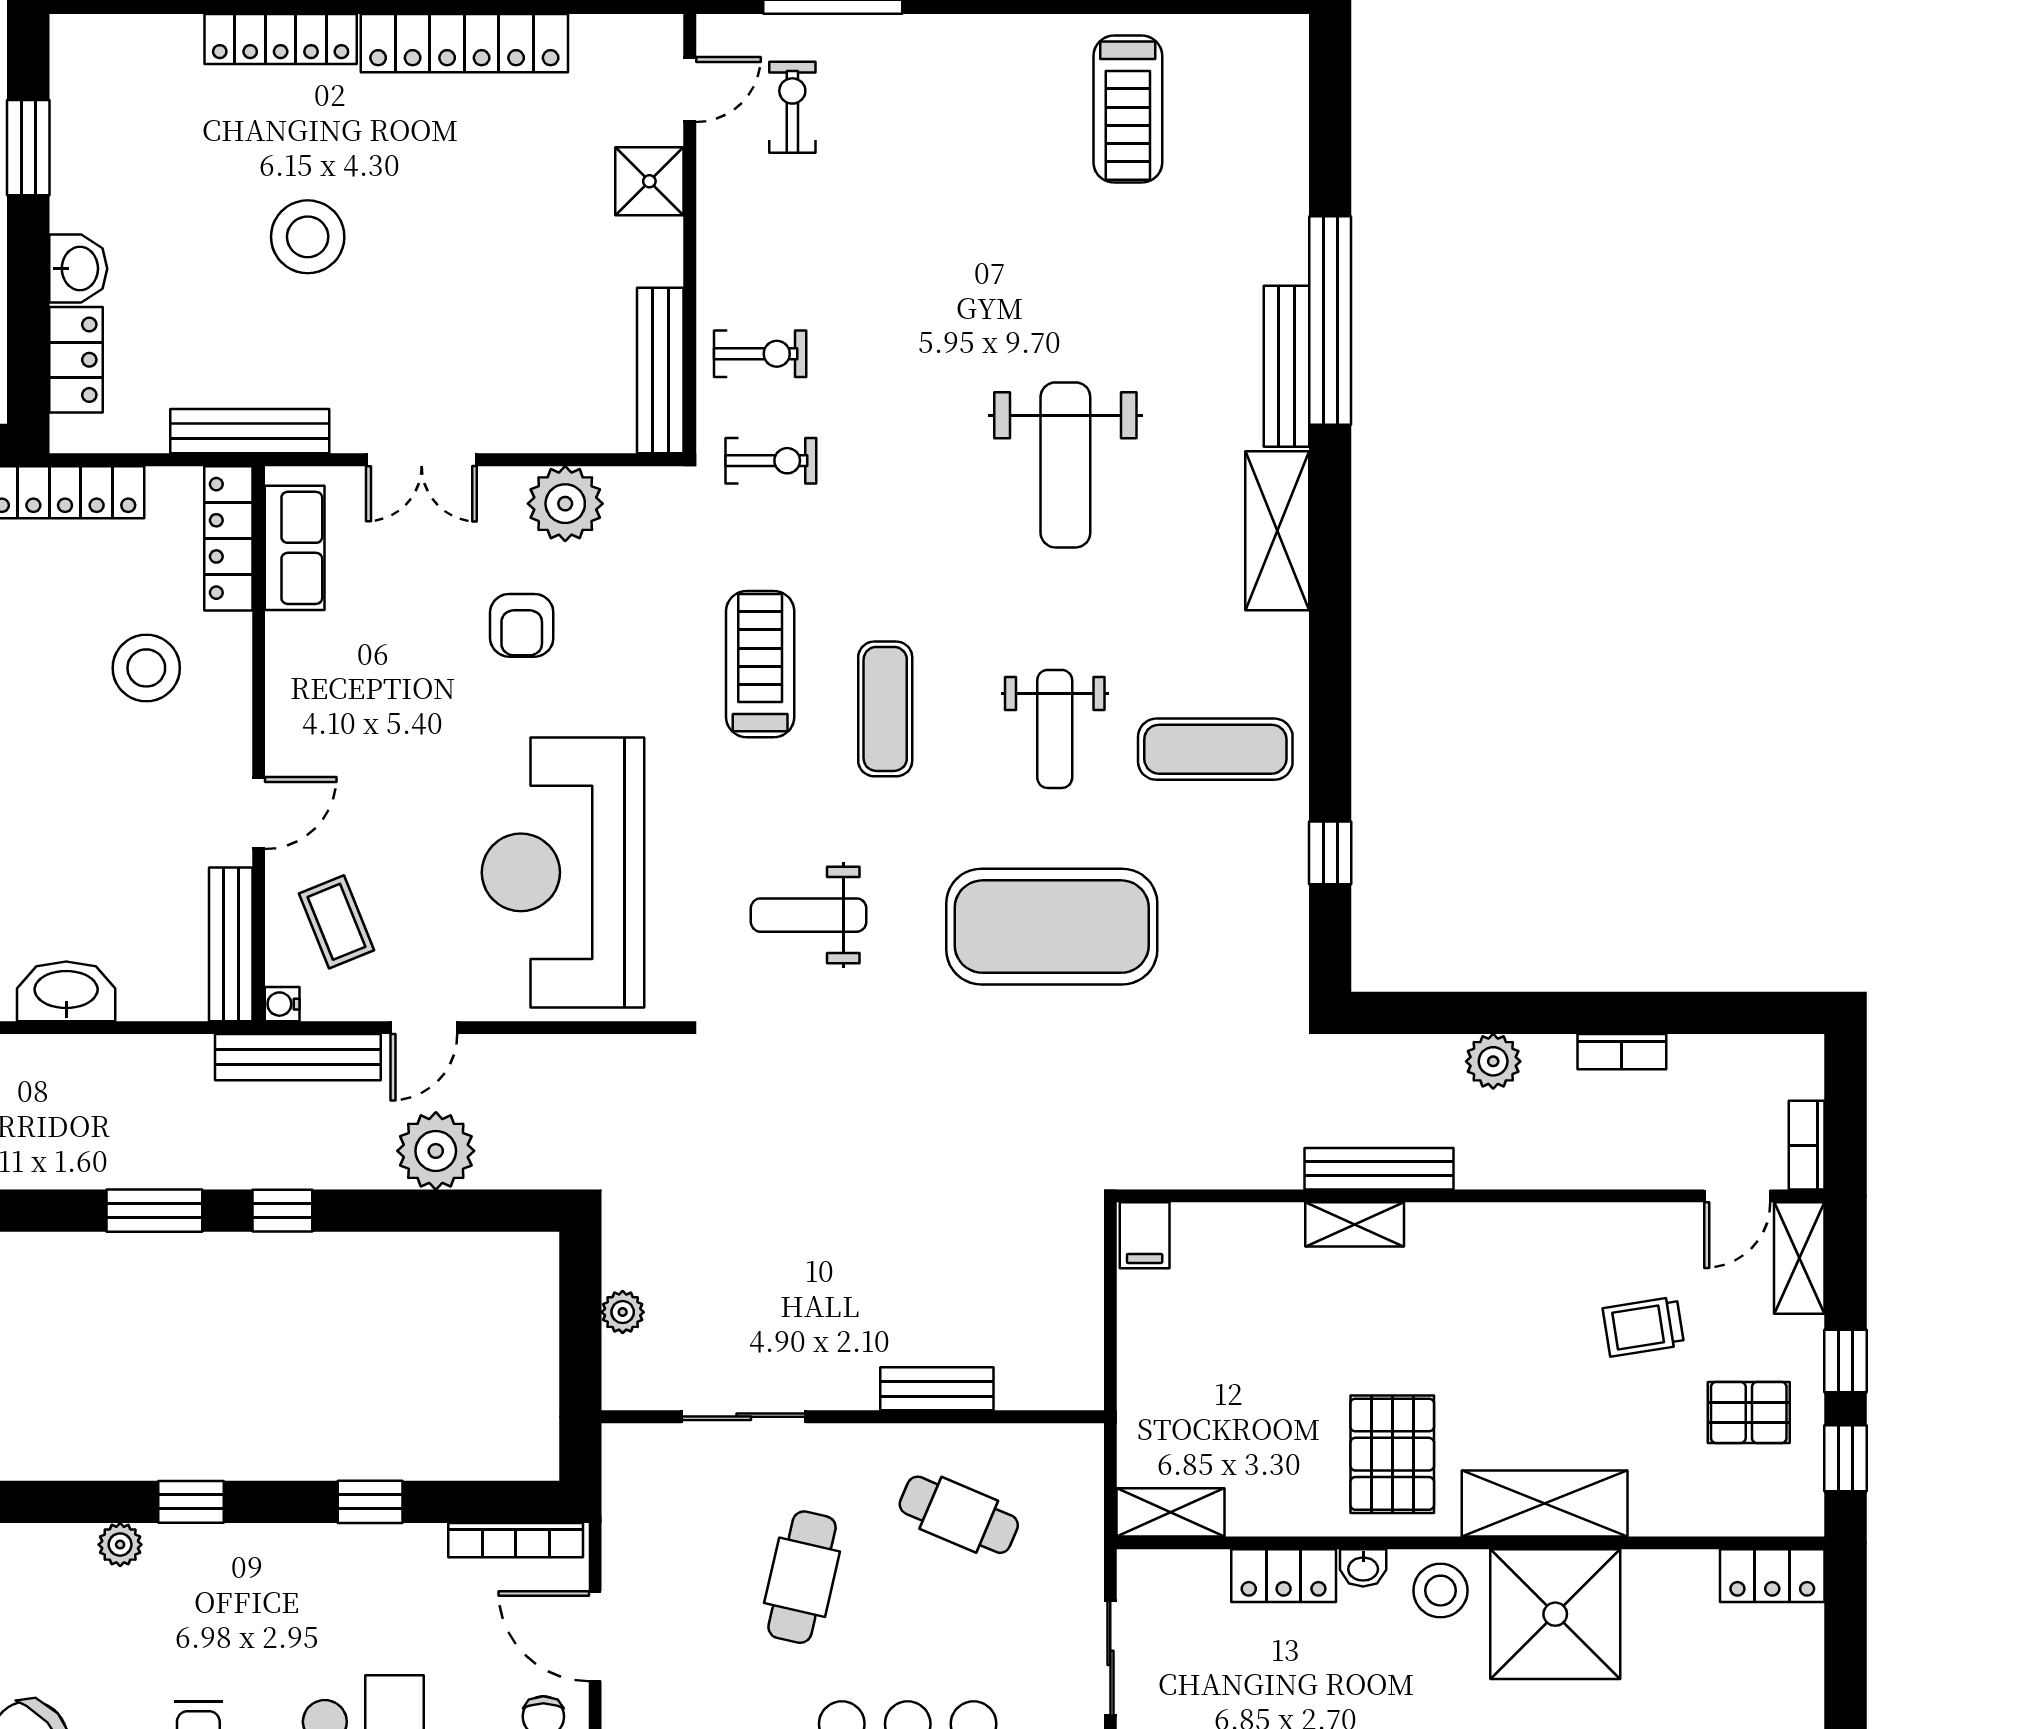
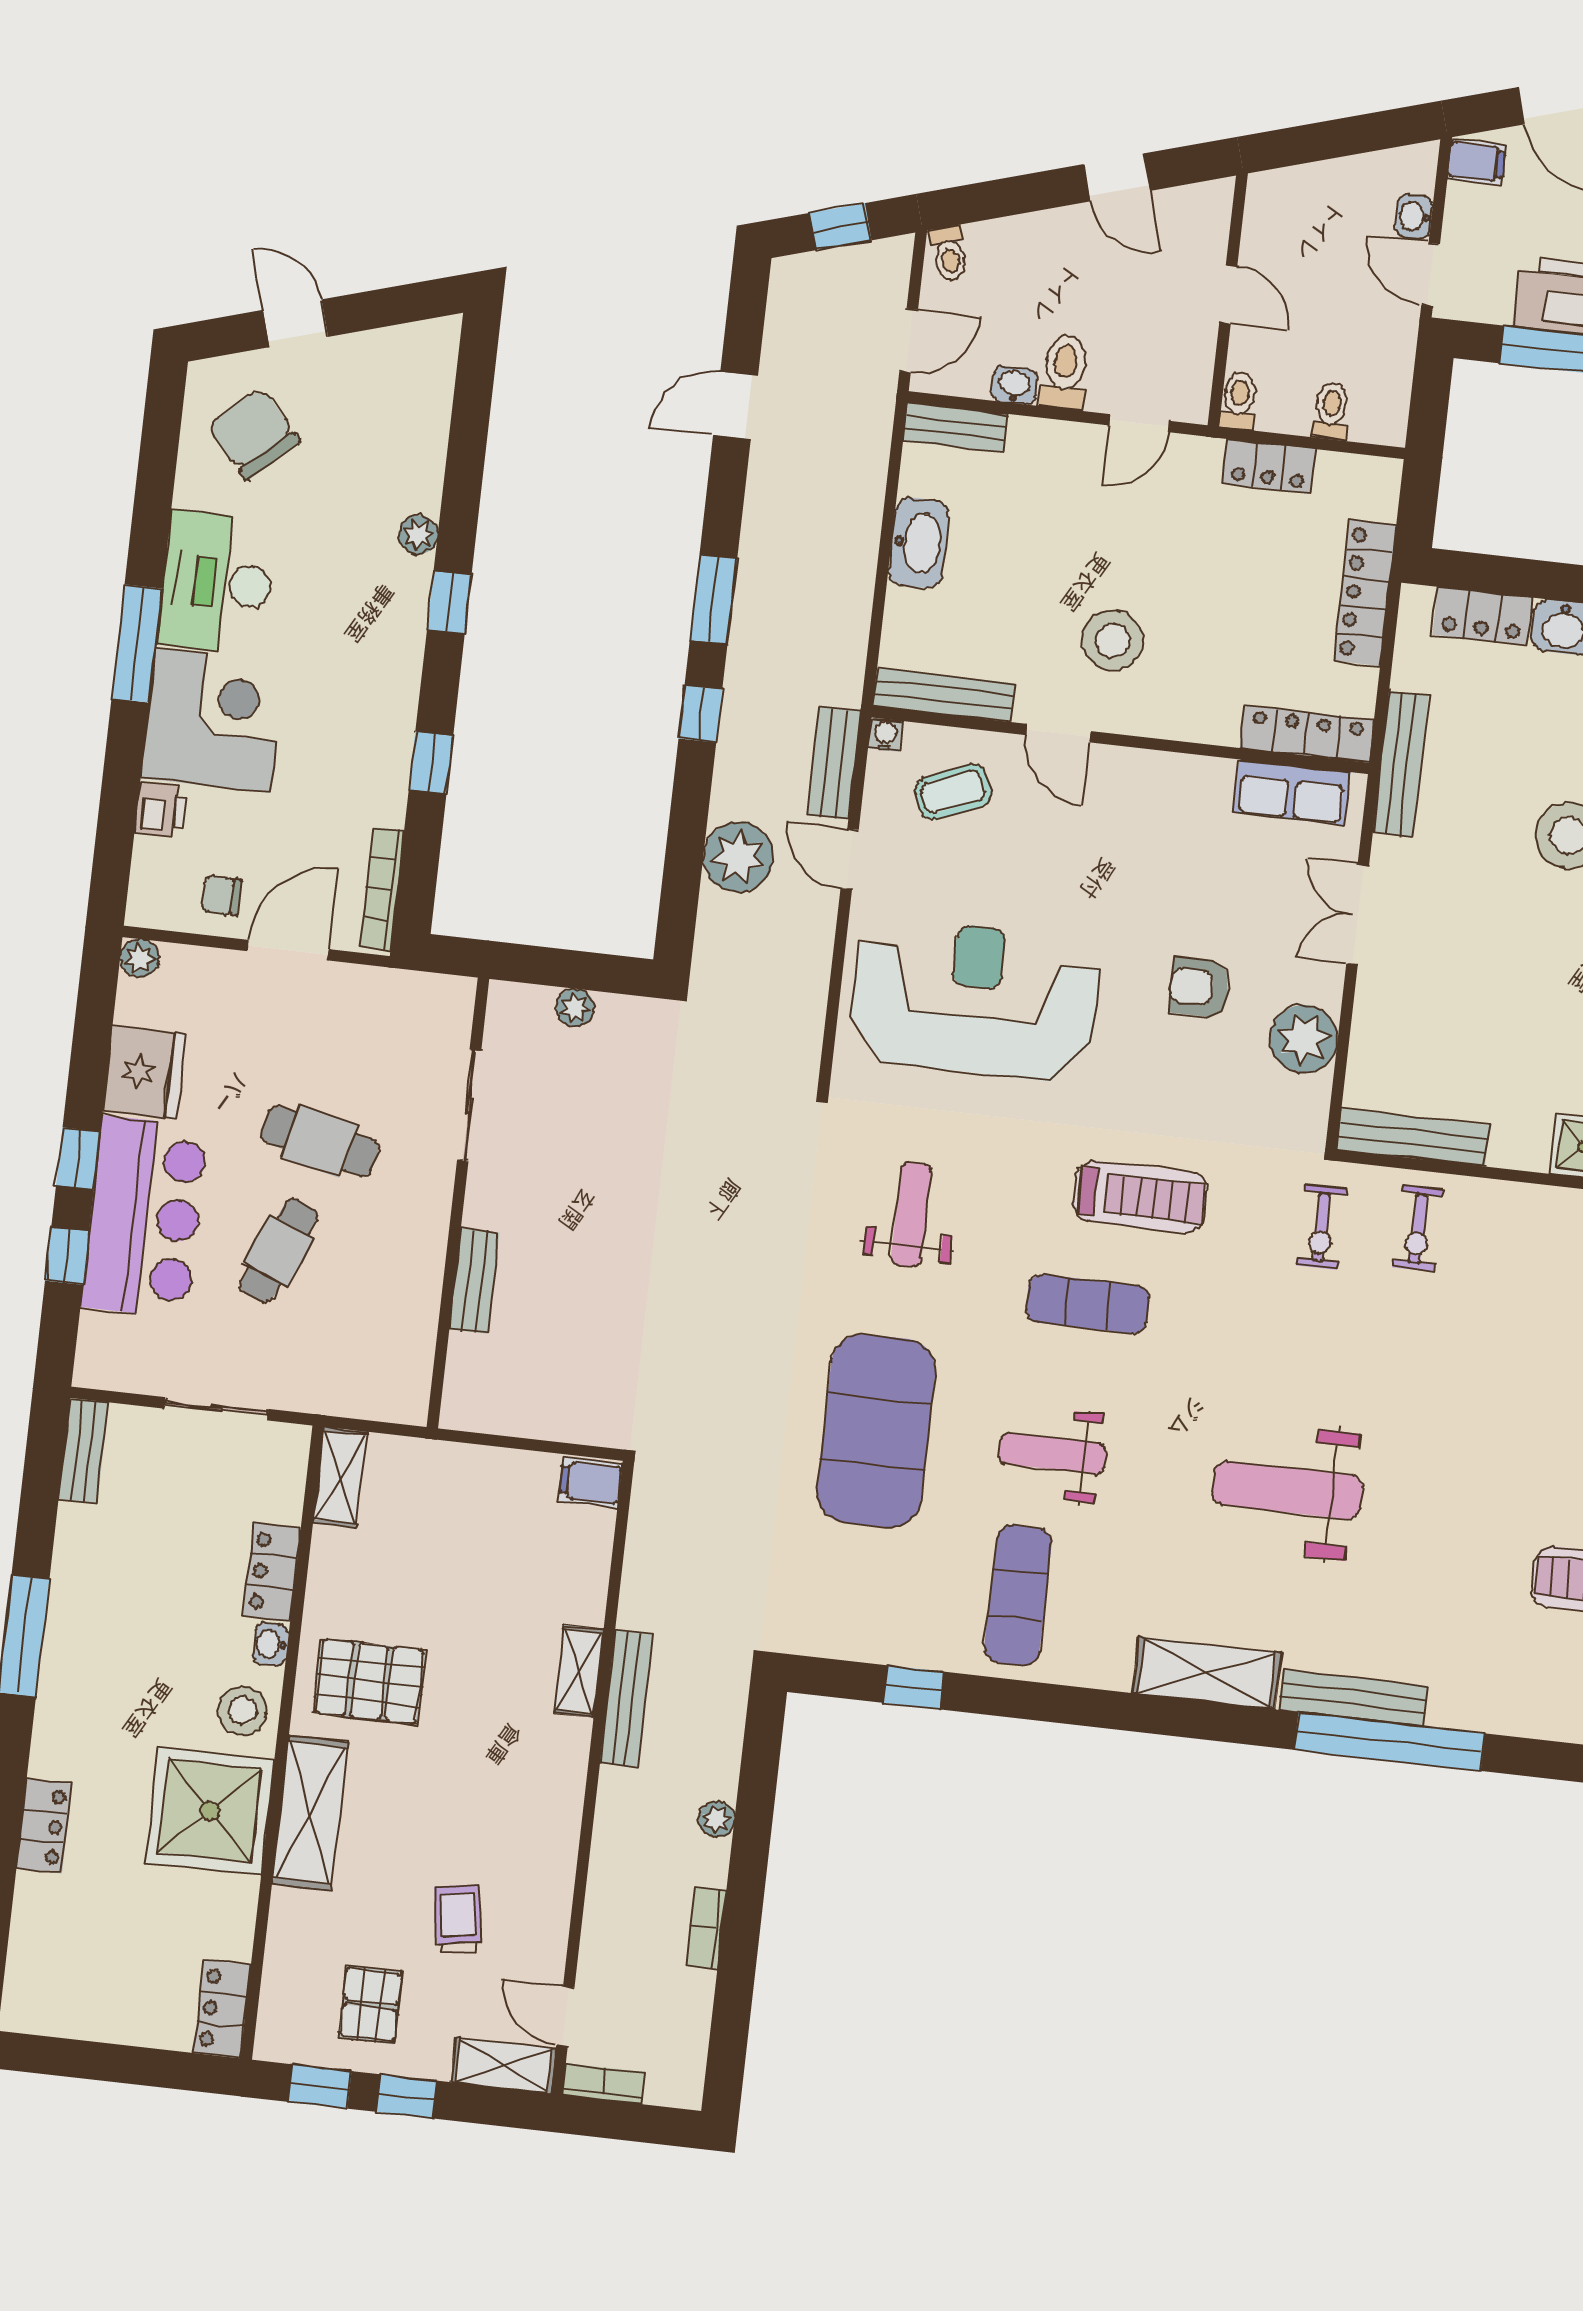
stool: (146, 668) -> (1113, 640), moved
bench: (298, 1057) -> (834, 763), width x0.73
plant: (1493, 1061) -> (716, 1819), width x0.73, depth x0.73
cafe table: (959, 1515) -> (279, 1251), moved

